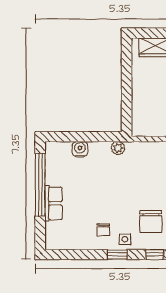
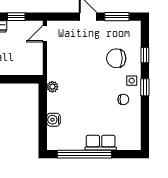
chair: (151, 221) -> (116, 58), turned 180

